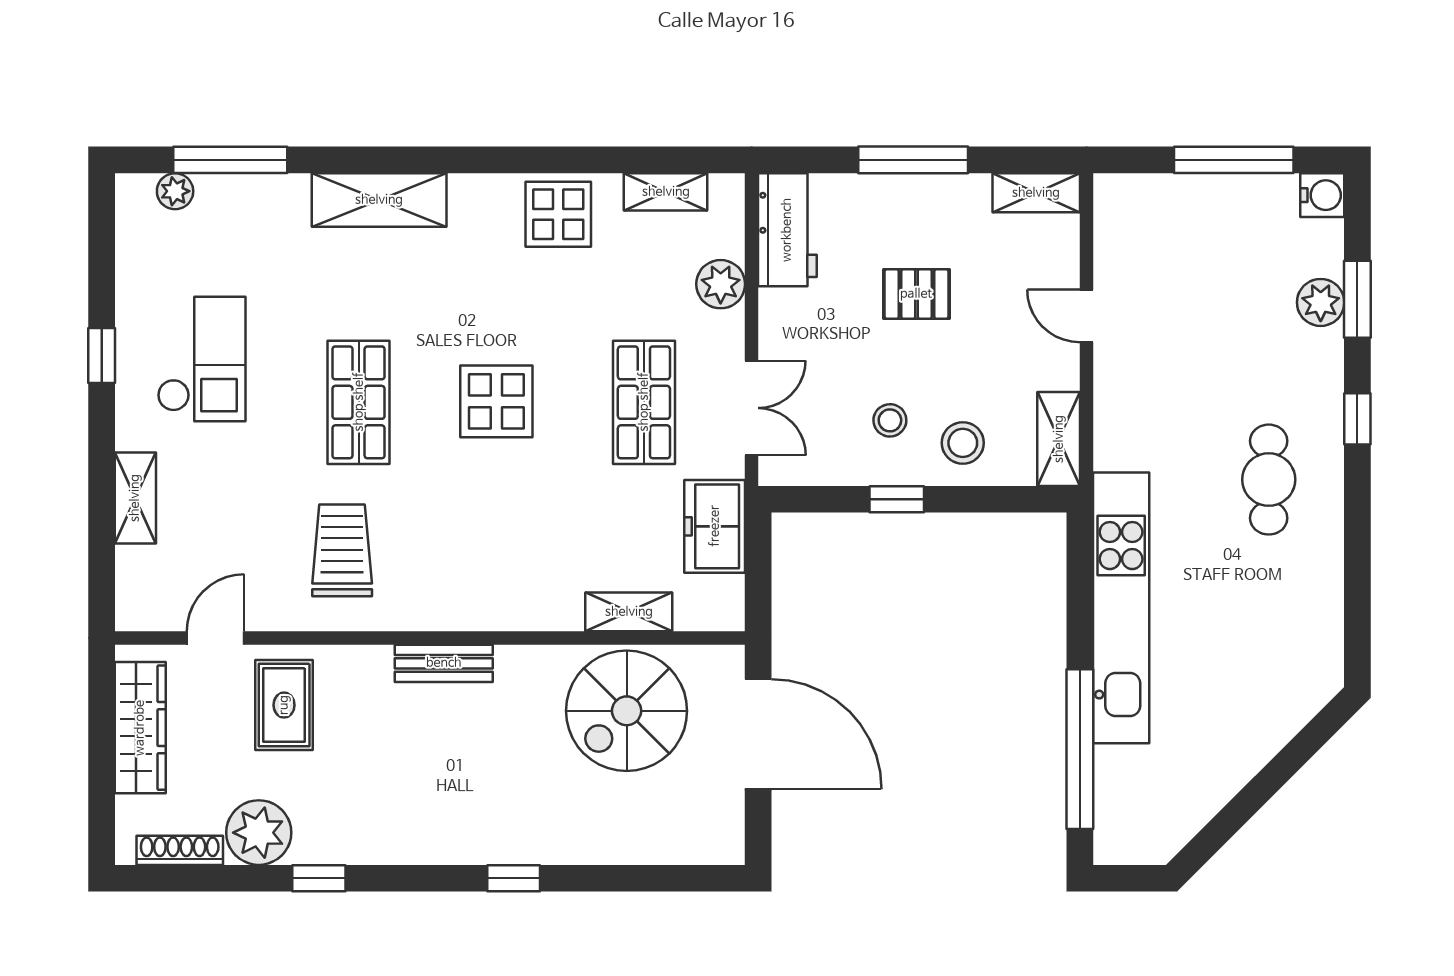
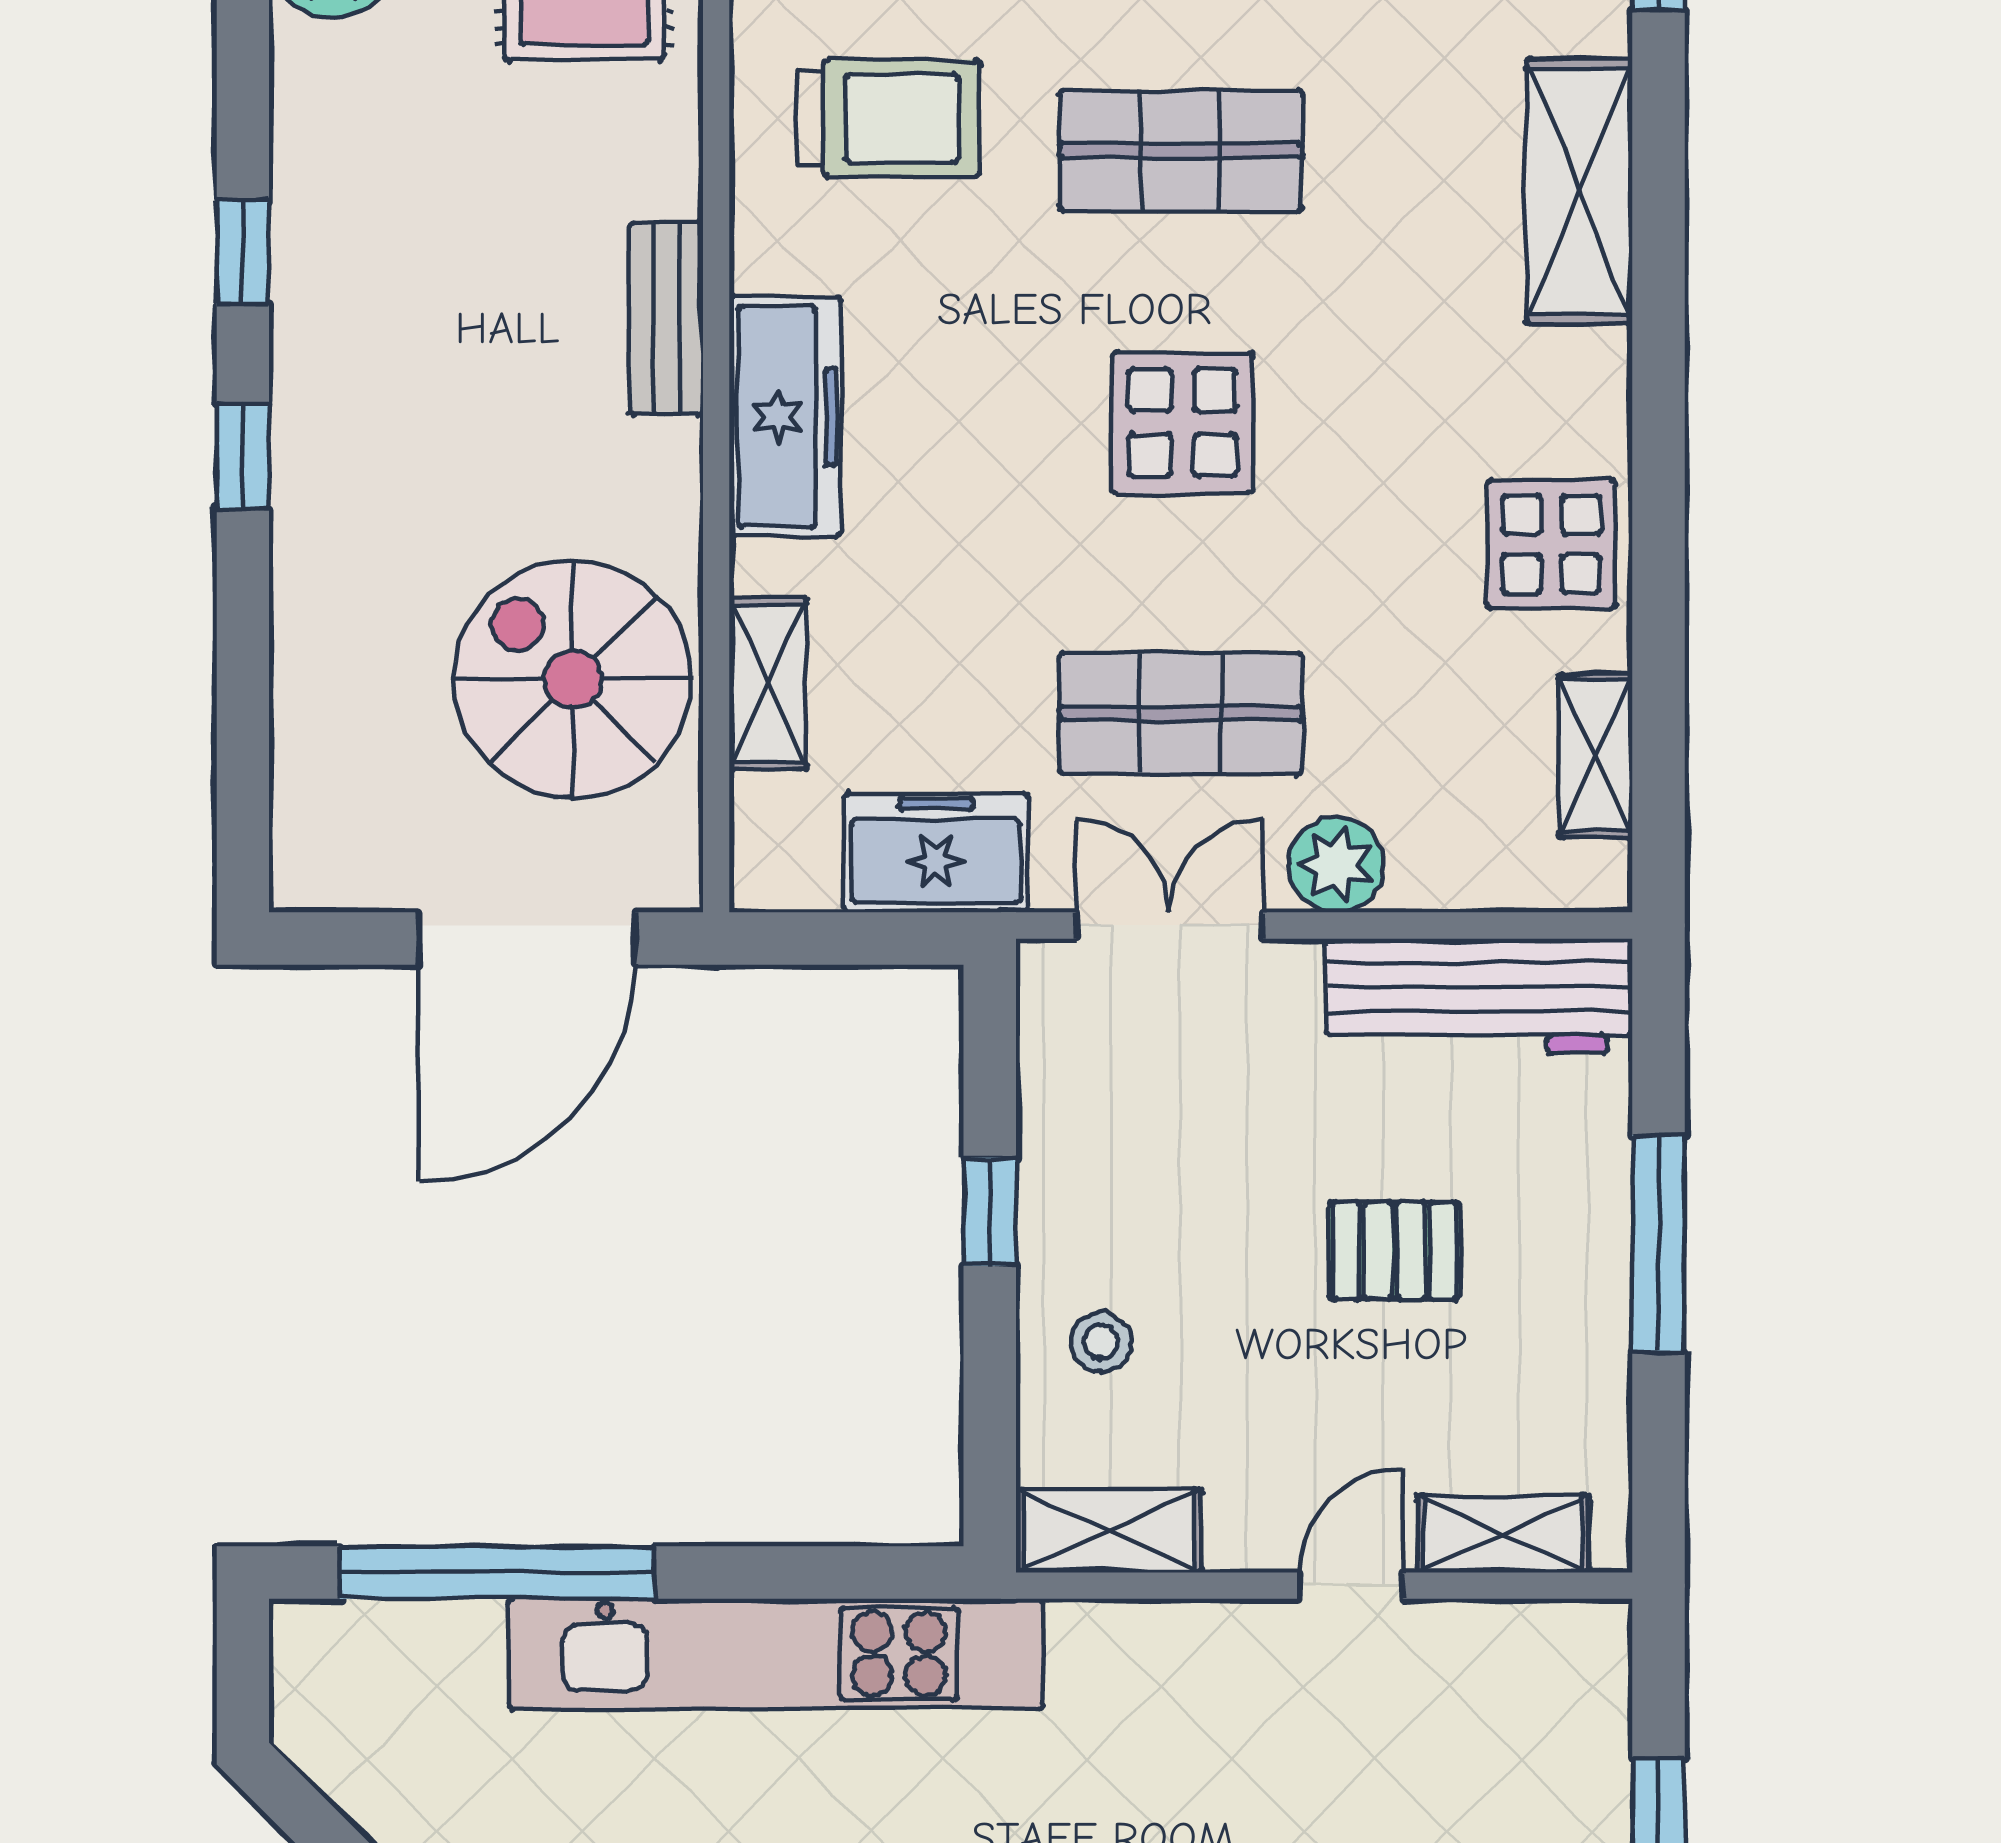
shelving: (1036, 193) -> (1503, 1534), moved, turned 90
workbench: (787, 230) -> (1479, 996), width x1.38
plant: (721, 284) -> (1337, 865), moved
pallet: (916, 294) -> (1394, 1251), turned 90
double door: (752, 408) -> (1170, 925), swing flipped
stool: (890, 420) -> (1145, 1198), removed
stool: (963, 443) -> (1101, 1342), width x0.73, depth x0.73
freezer: (493, 603) -> (785, 417), added
window: (319, 878) -> (243, 252), moved

